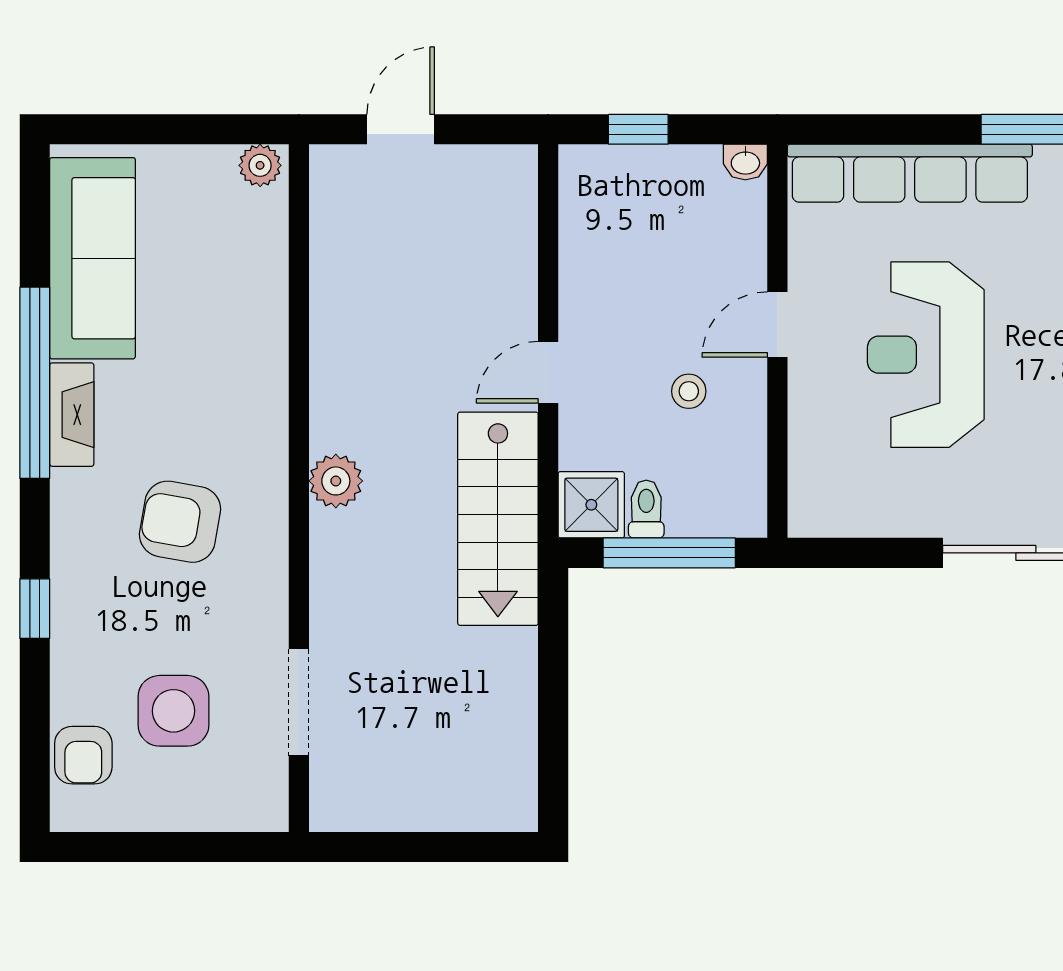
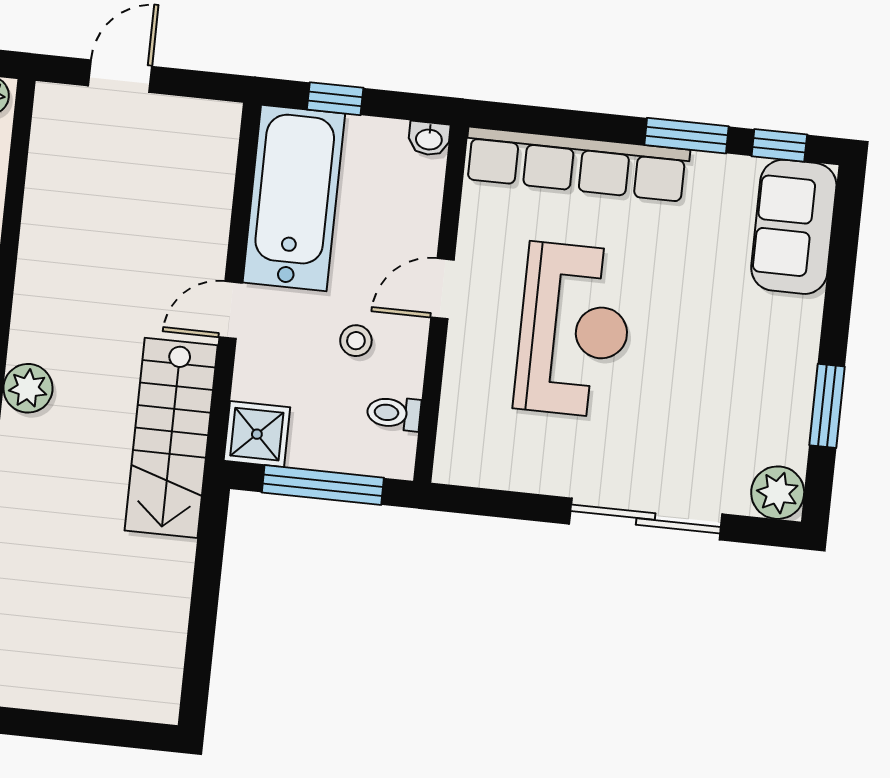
bathtub: (604, 242) -> (294, 198), added
reception desk: (926, 355) -> (574, 330), turned 180
toilet: (646, 509) -> (394, 413), moved, turned -90

